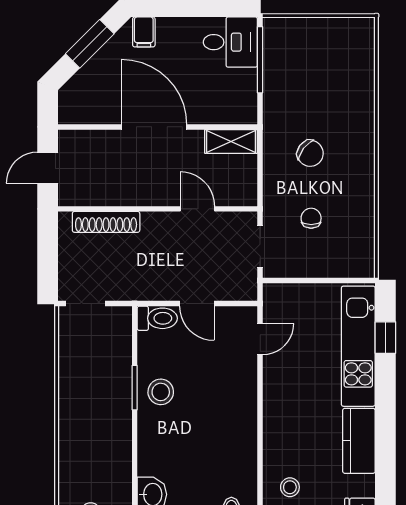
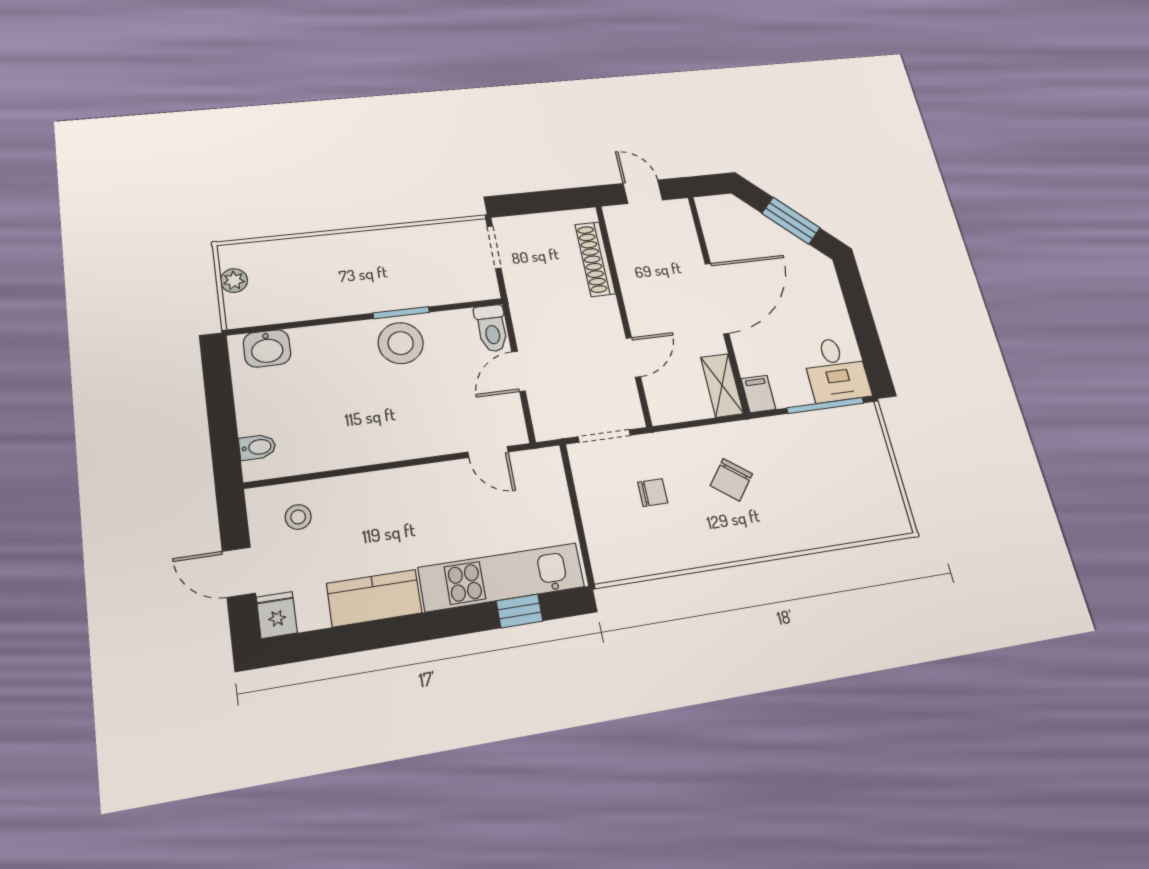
filing cabinet: (144, 32) -> (758, 394), moved, turned 90
stool: (161, 392) -> (401, 343), width x1.38, depth x1.38

